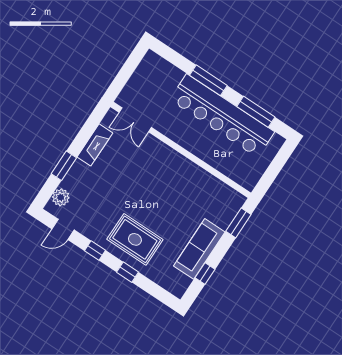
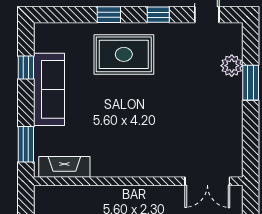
double door: (135, 120) -> (207, 181), swing flipped
fireplace: (95, 145) -> (64, 167), moved, turned 90
plant: (61, 197) -> (232, 66), moved

